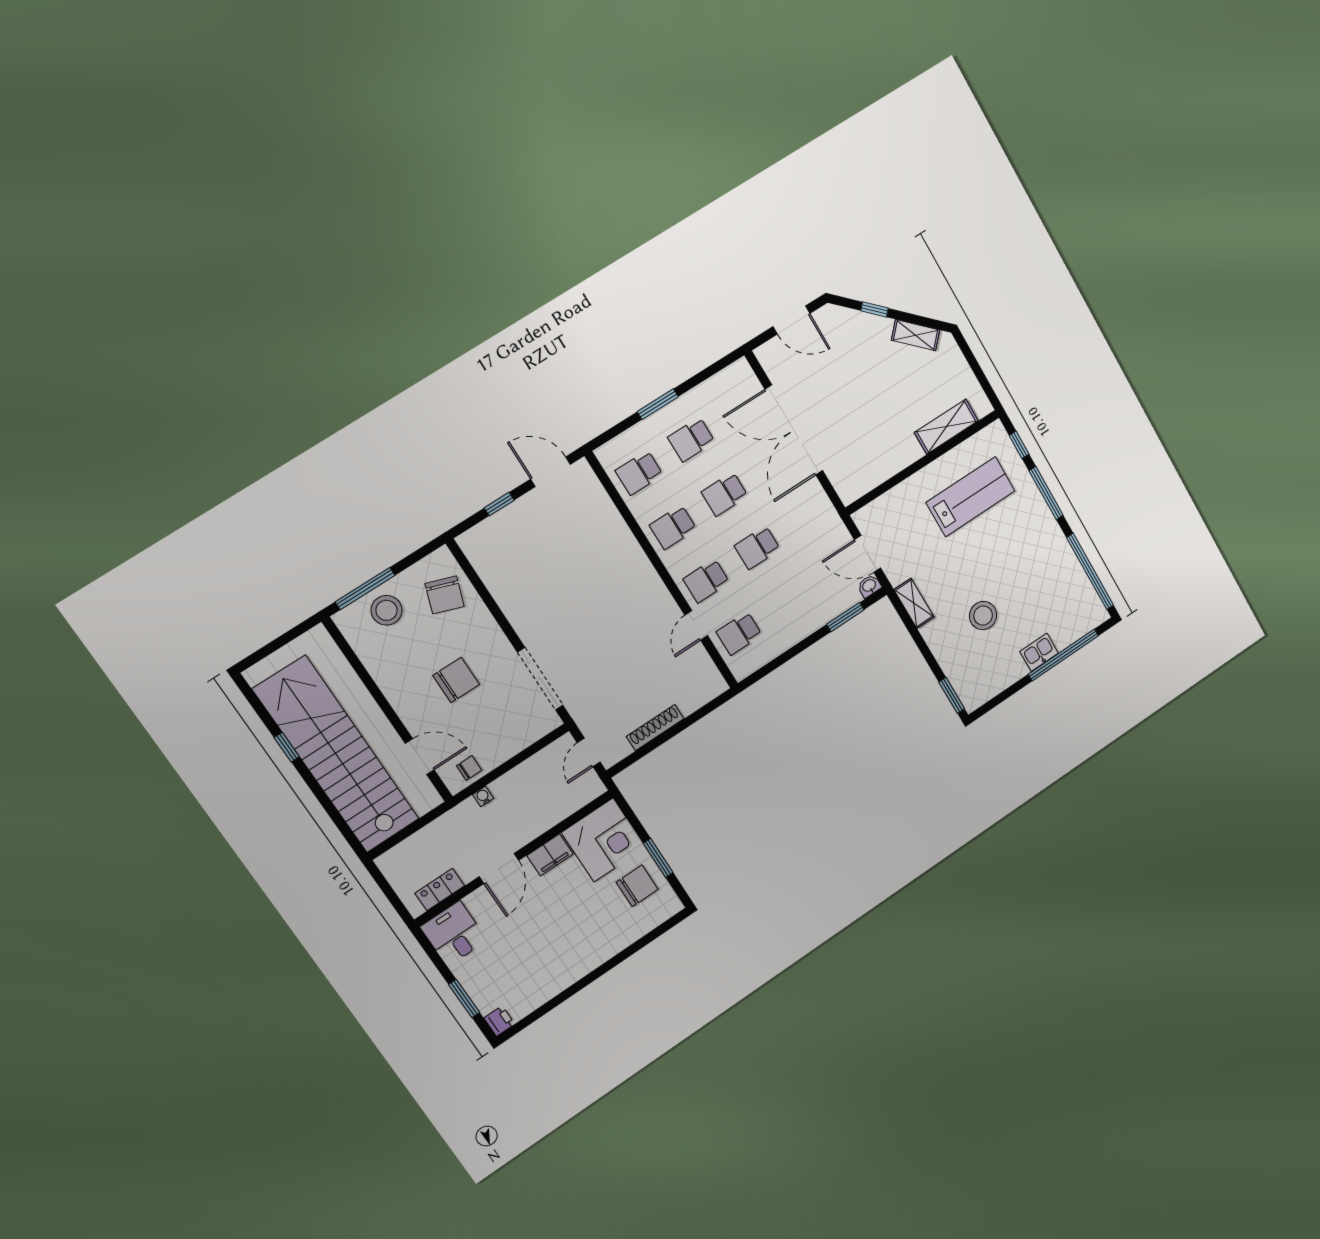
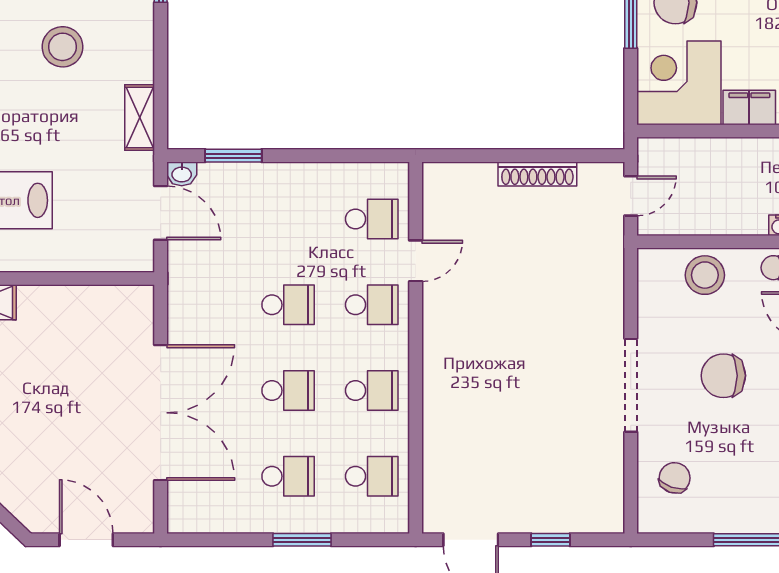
chair: (445, 595) -> (675, 478), width x0.73, depth x0.73
stool: (386, 610) -> (705, 275), moved
doorway: (540, 679) -> (631, 385), moved

